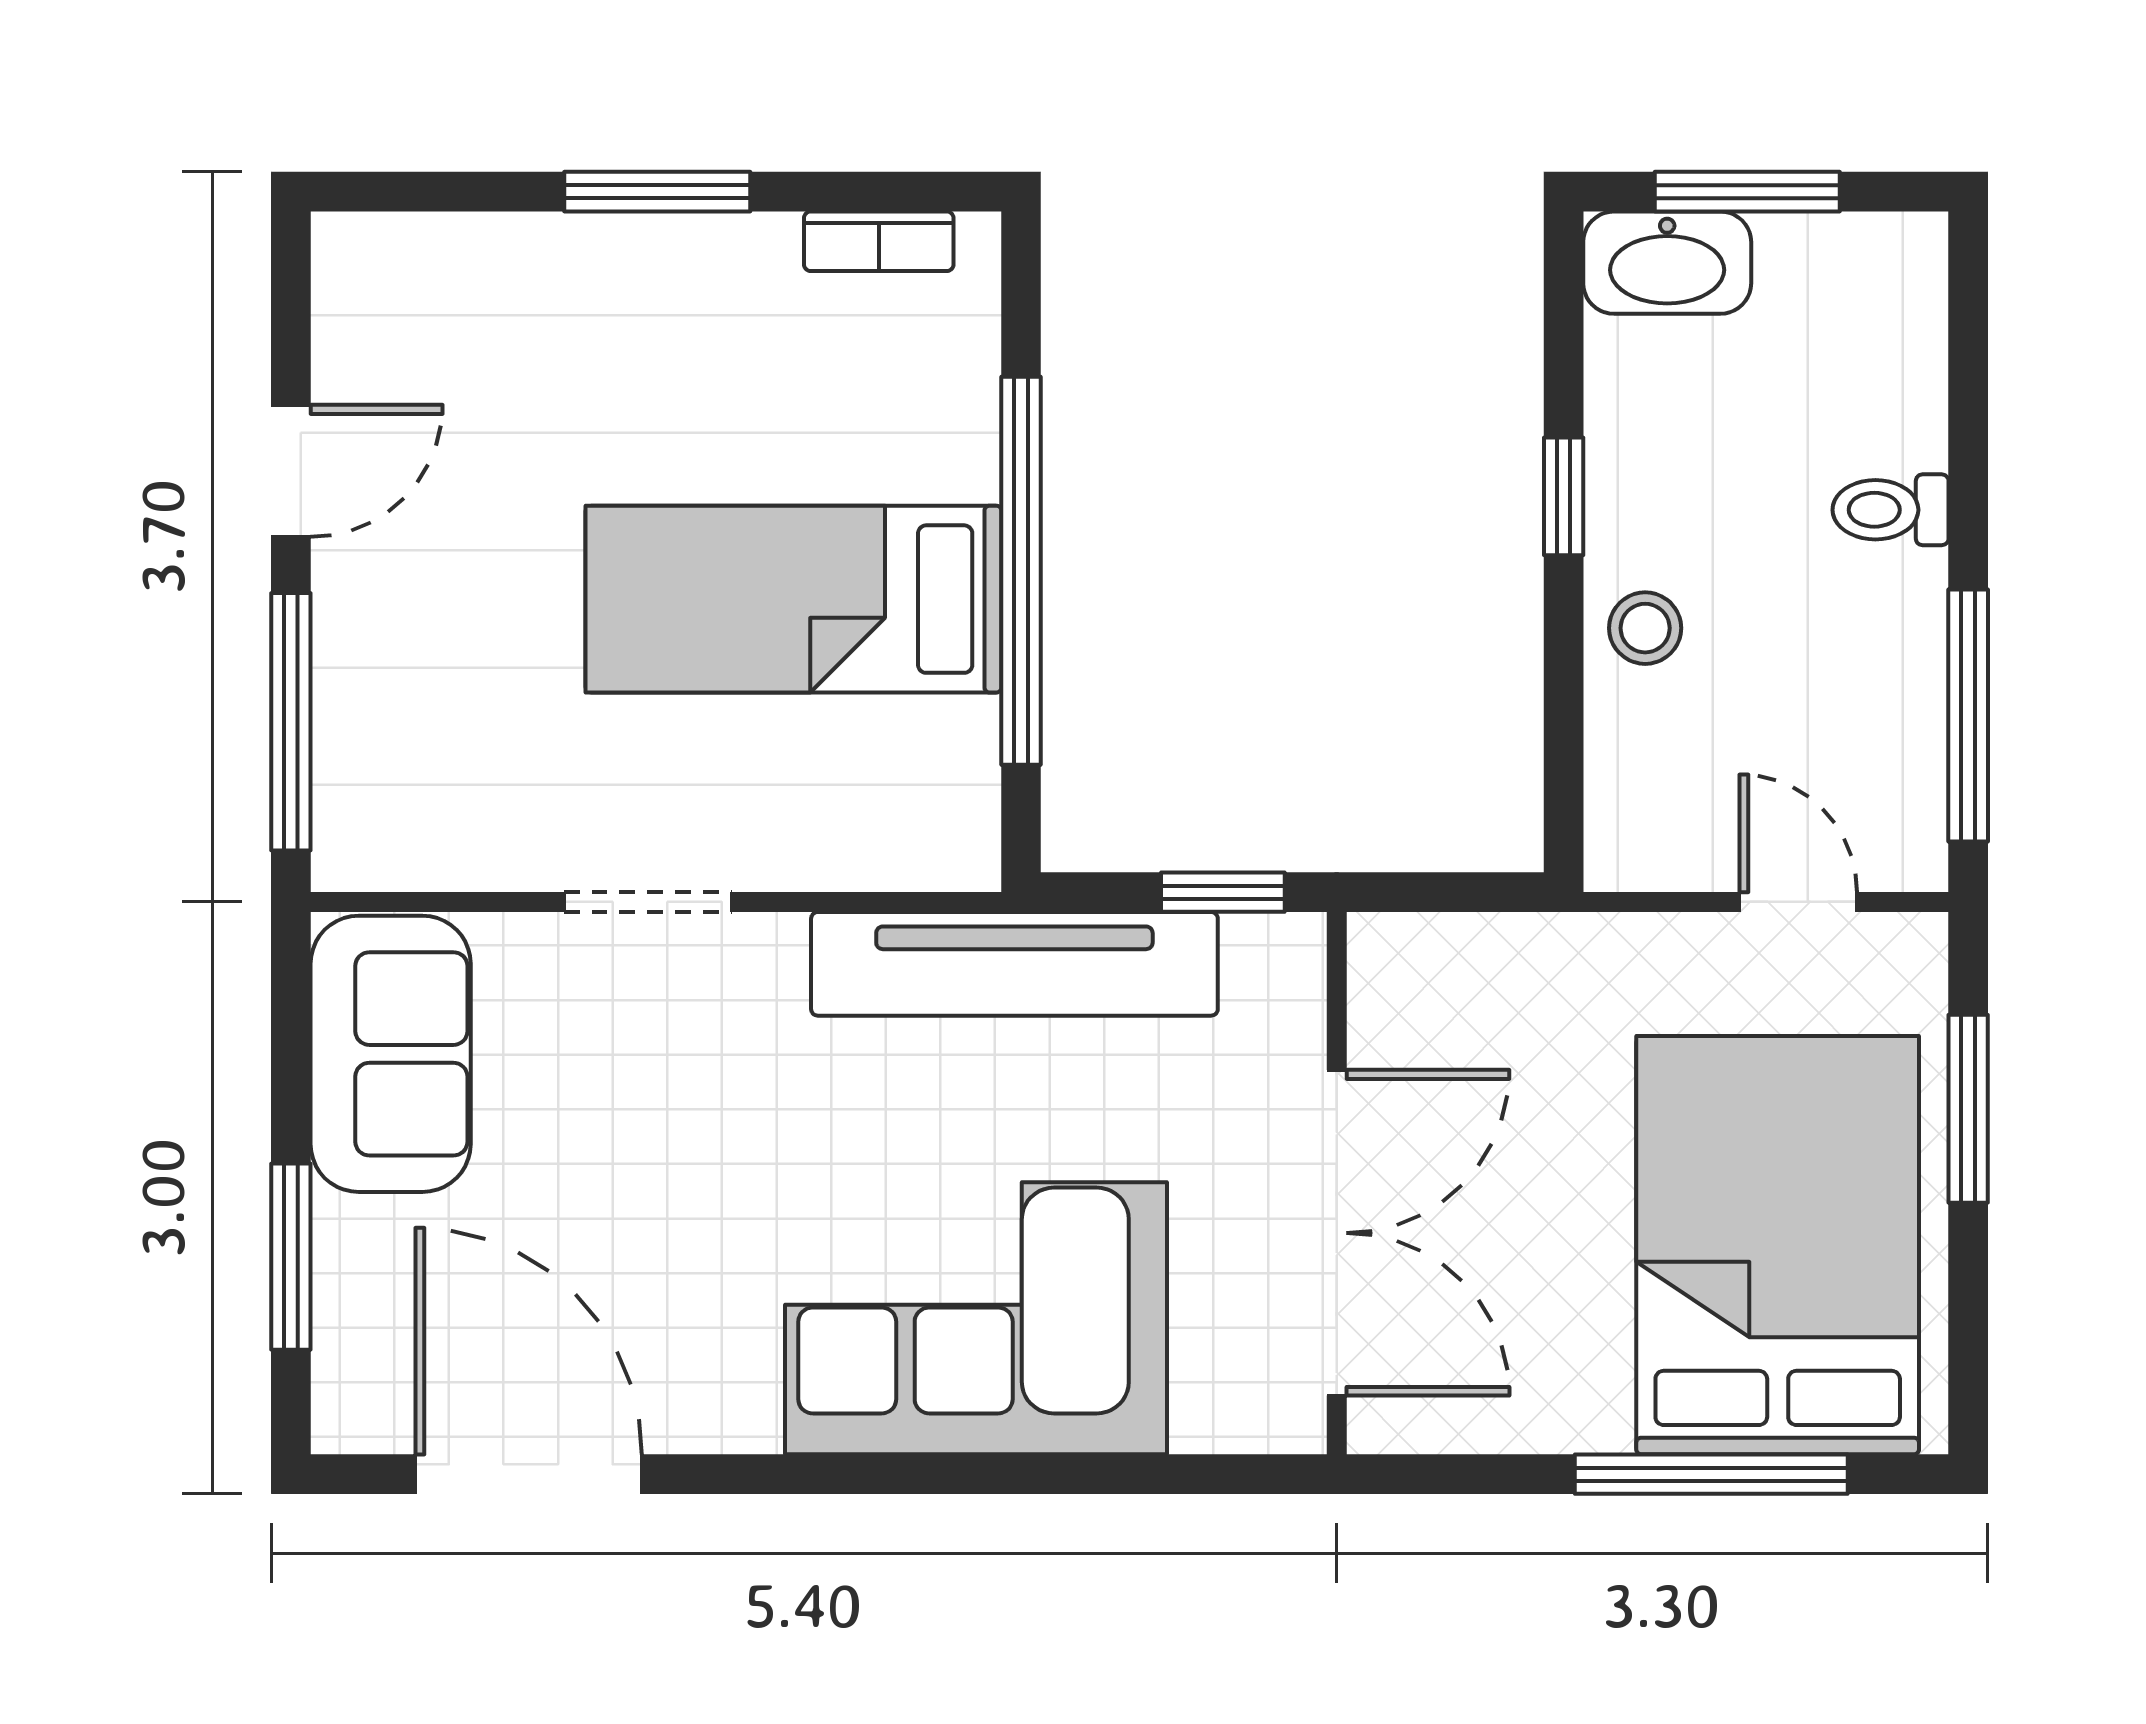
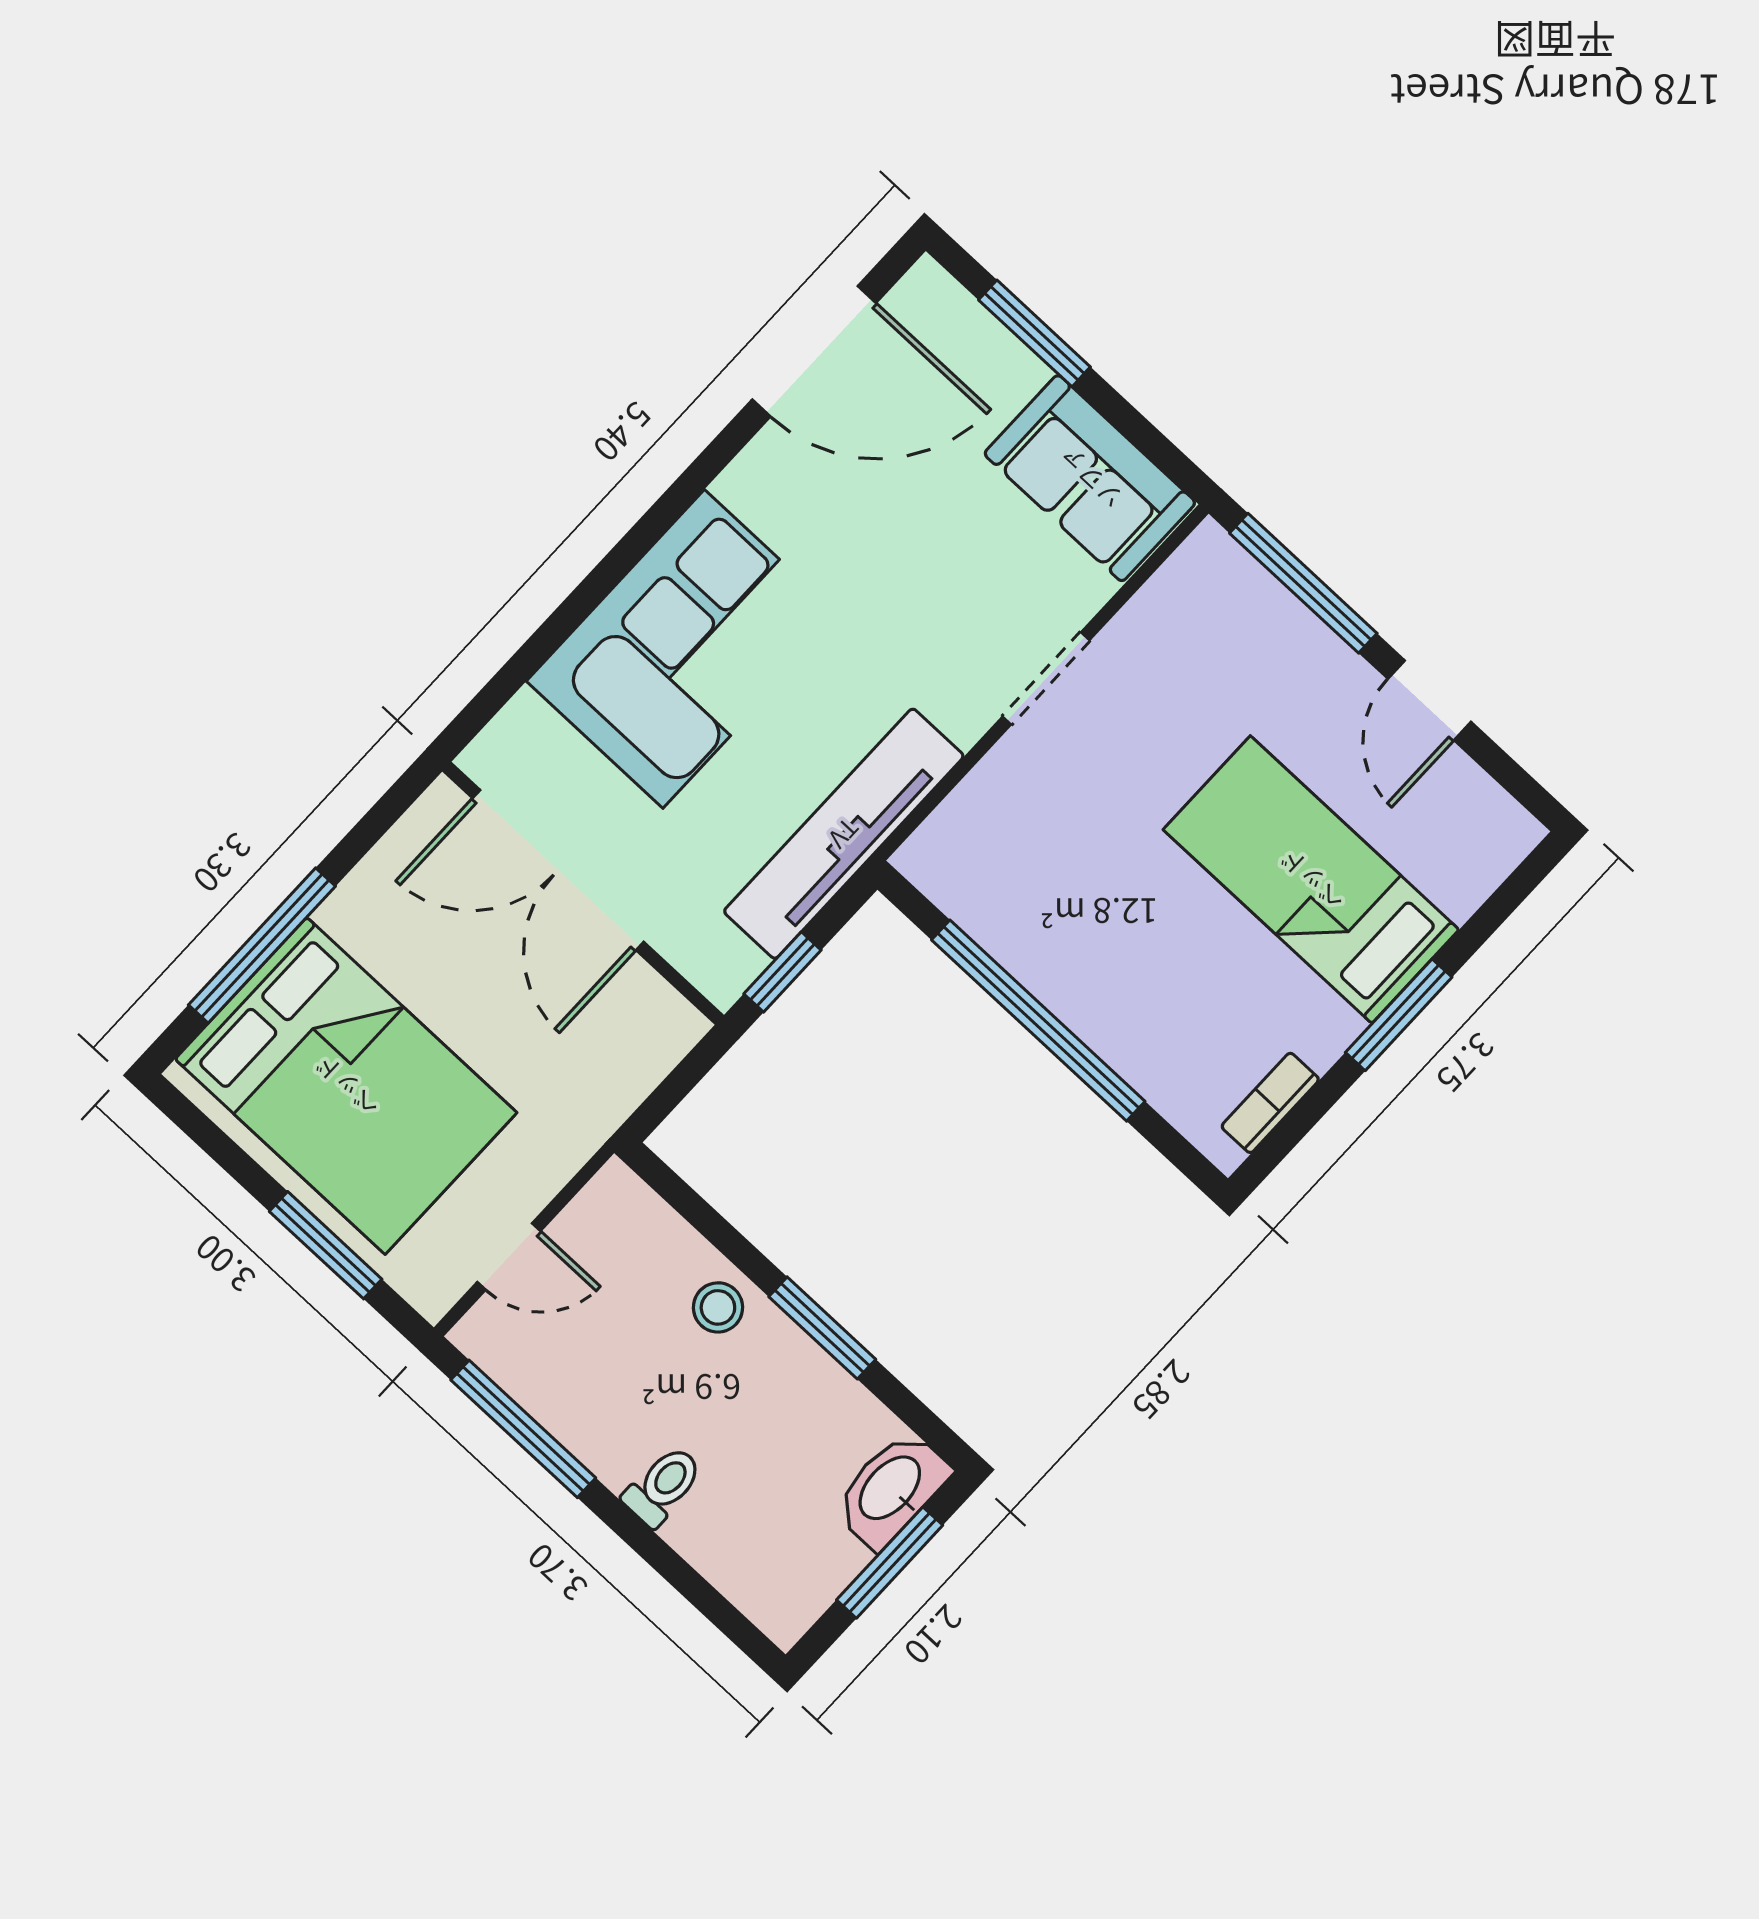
window: (1564, 496) -> (822, 1328), width x1.50
bed: (793, 599) -> (1311, 880), moved, turned -90

